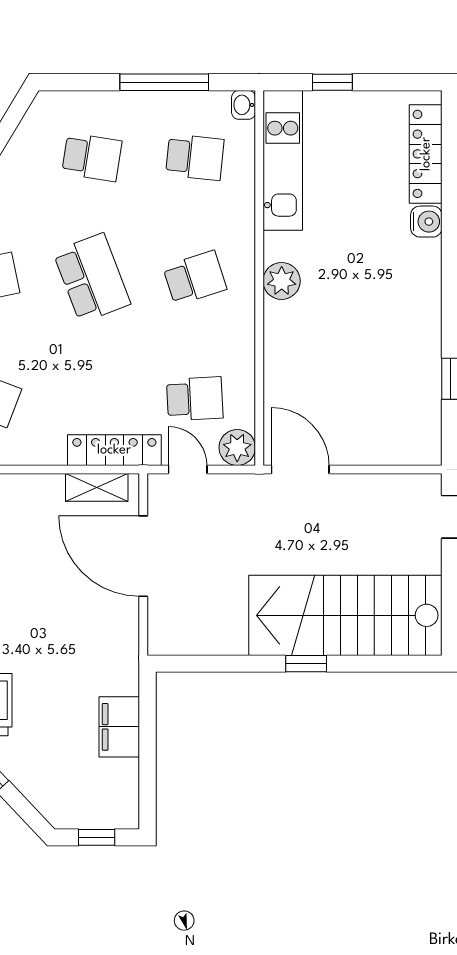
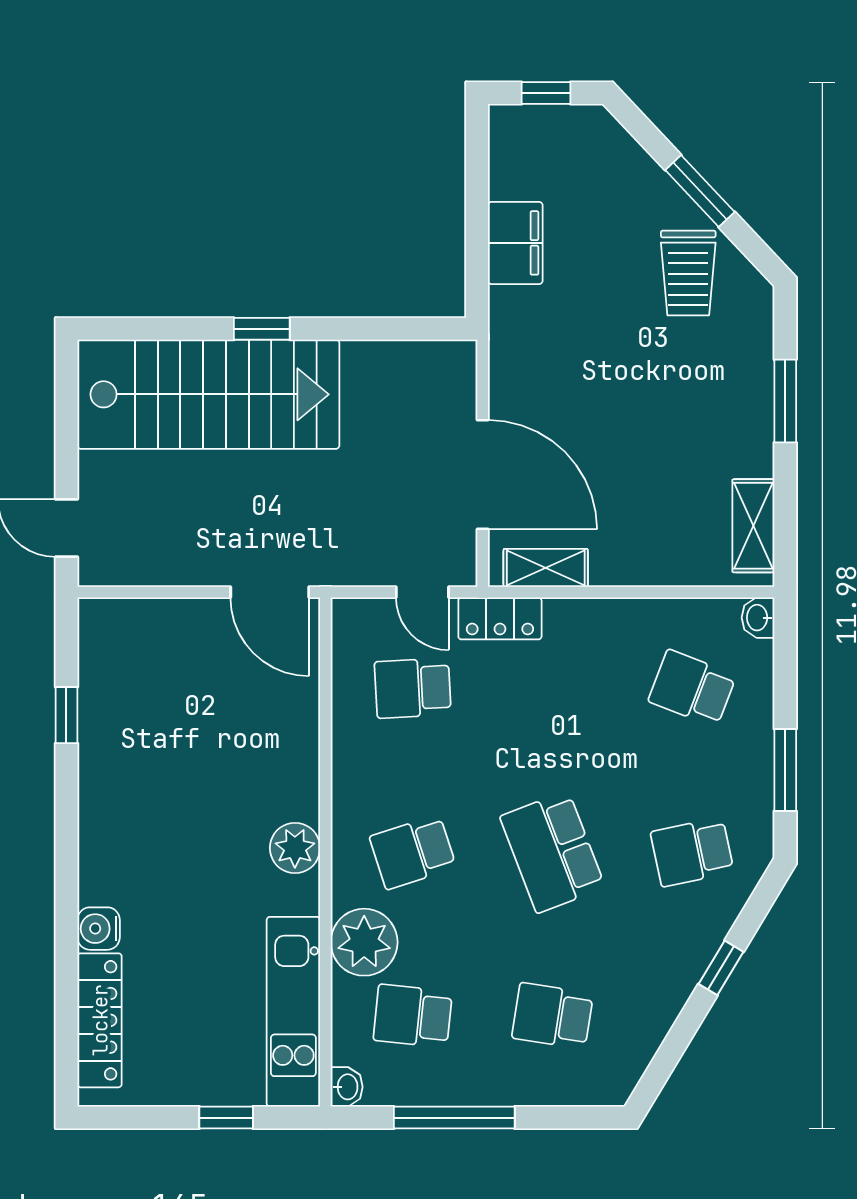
plant: (237, 448) -> (364, 942), moved, width x1.36, depth x1.36
locker: (114, 450) -> (500, 618), width x0.66

